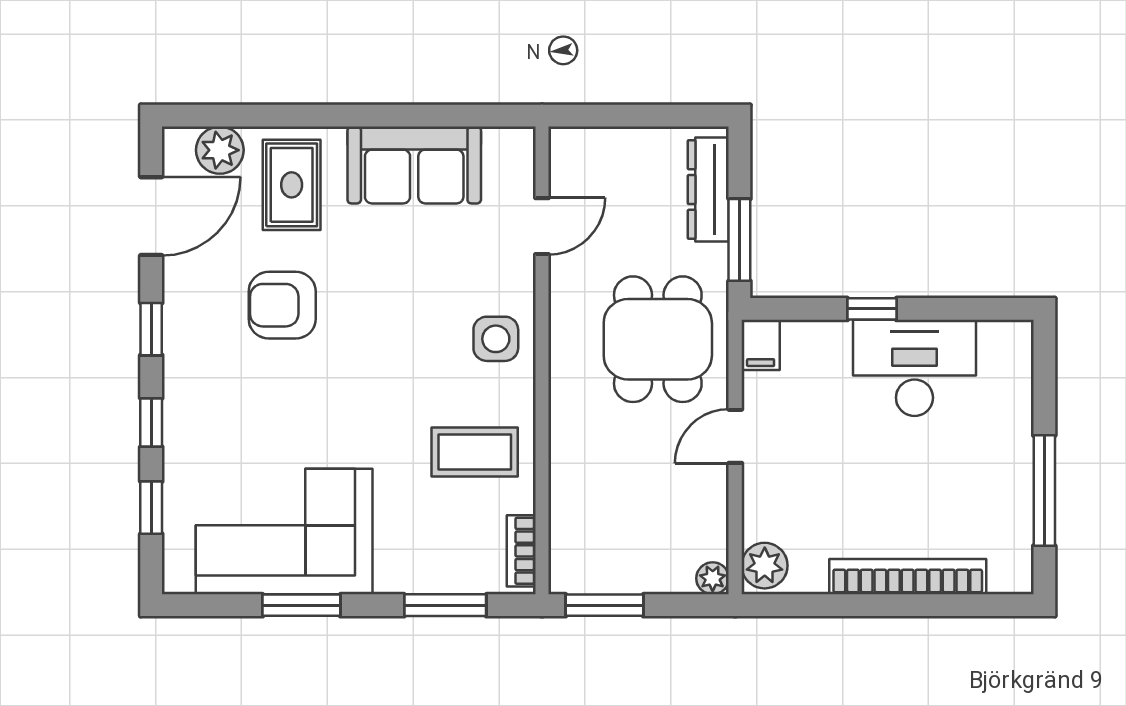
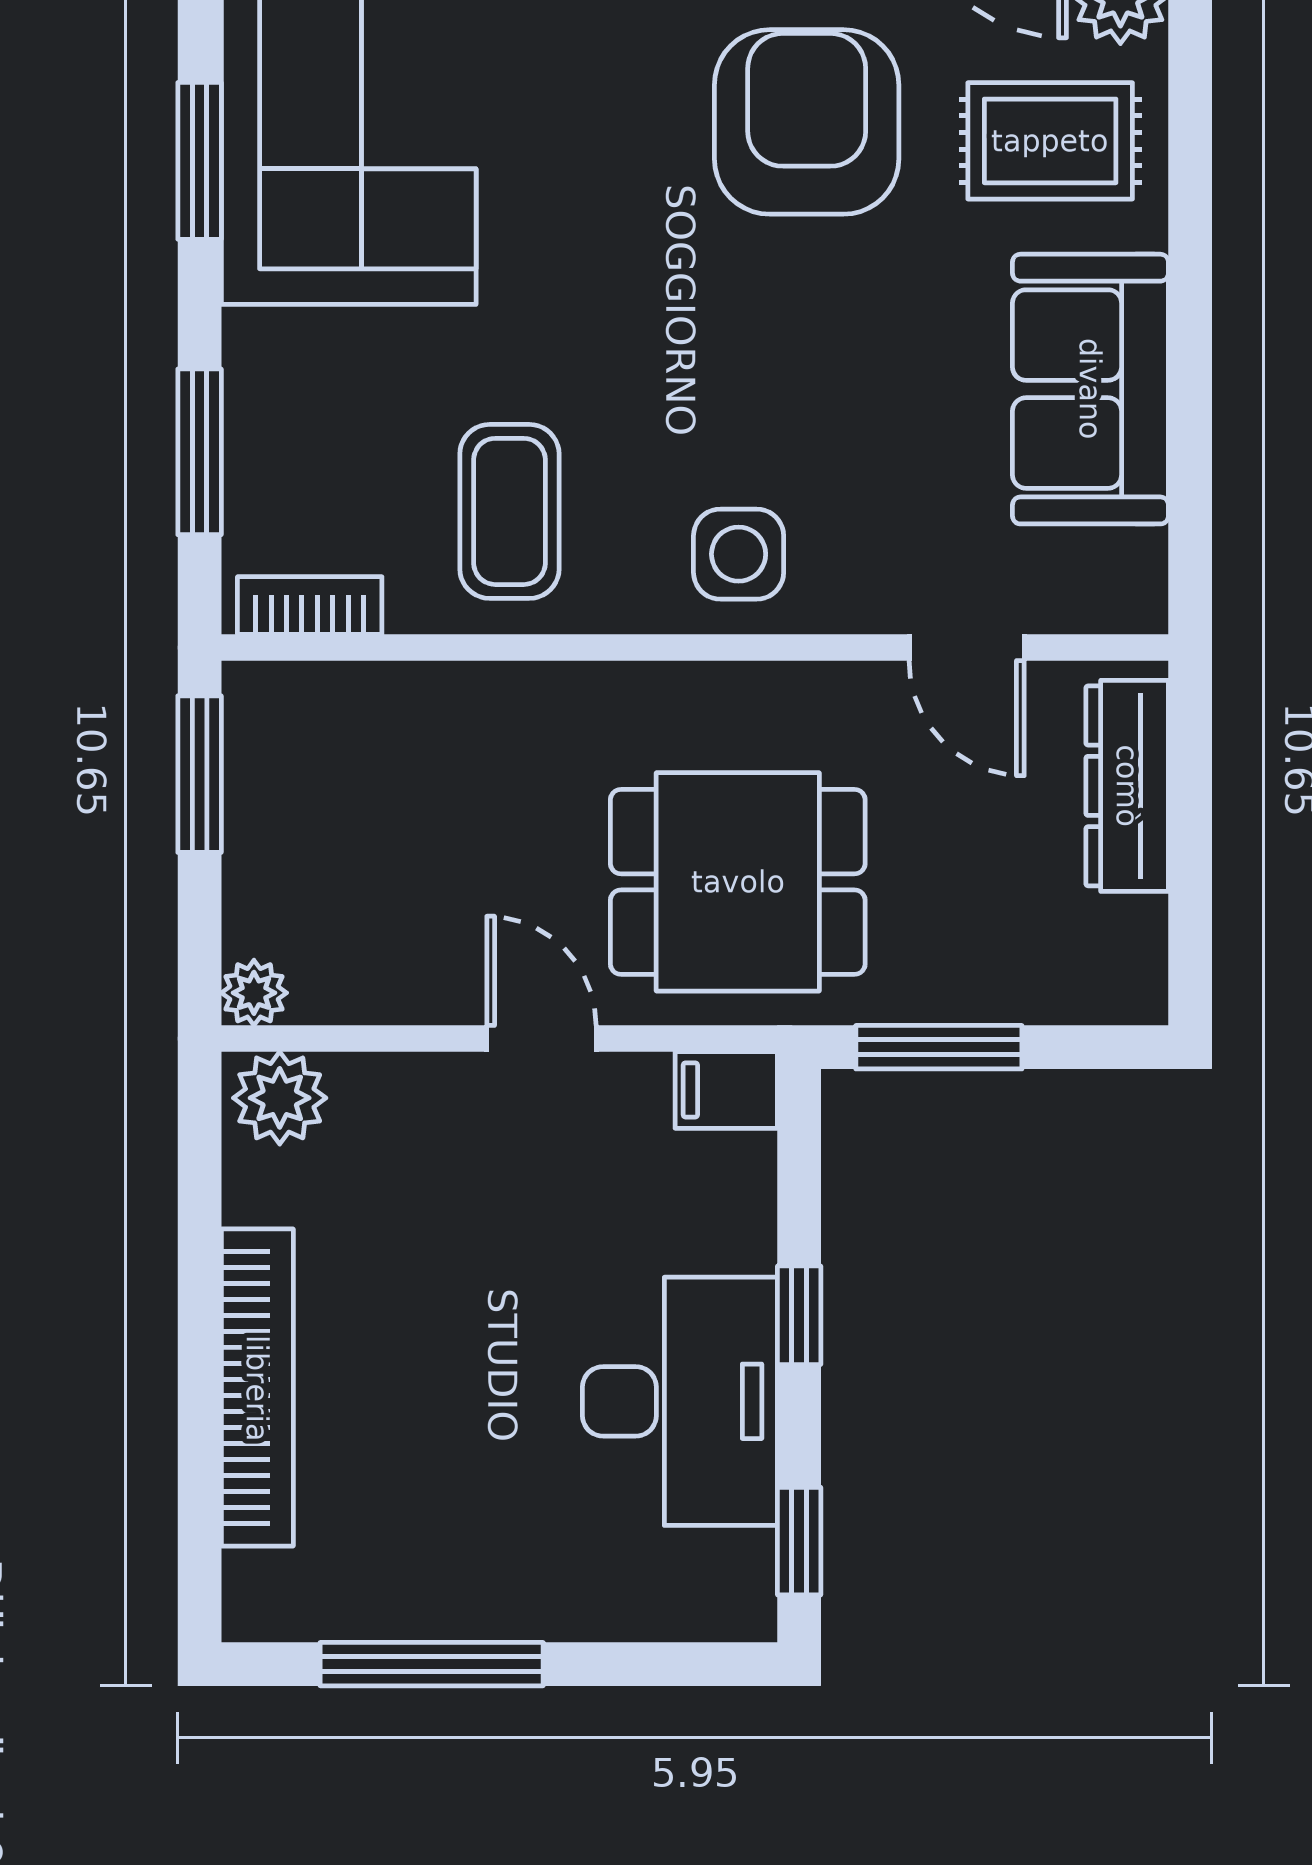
dresser: (708, 190) -> (1127, 786), moved, turned -90
armchair: (282, 305) -> (807, 122), width x1.36, depth x1.36
window: (984, 309) -> (799, 1541), added

